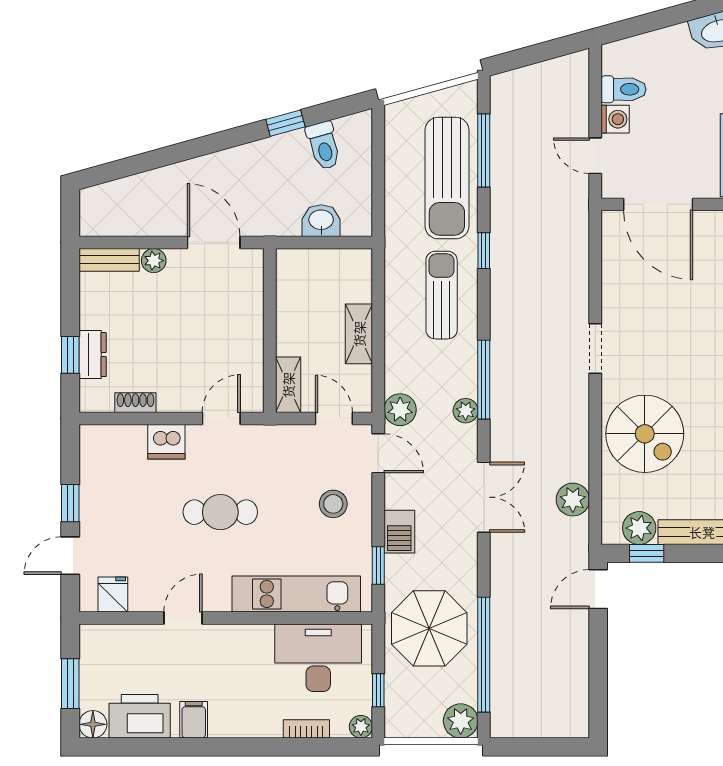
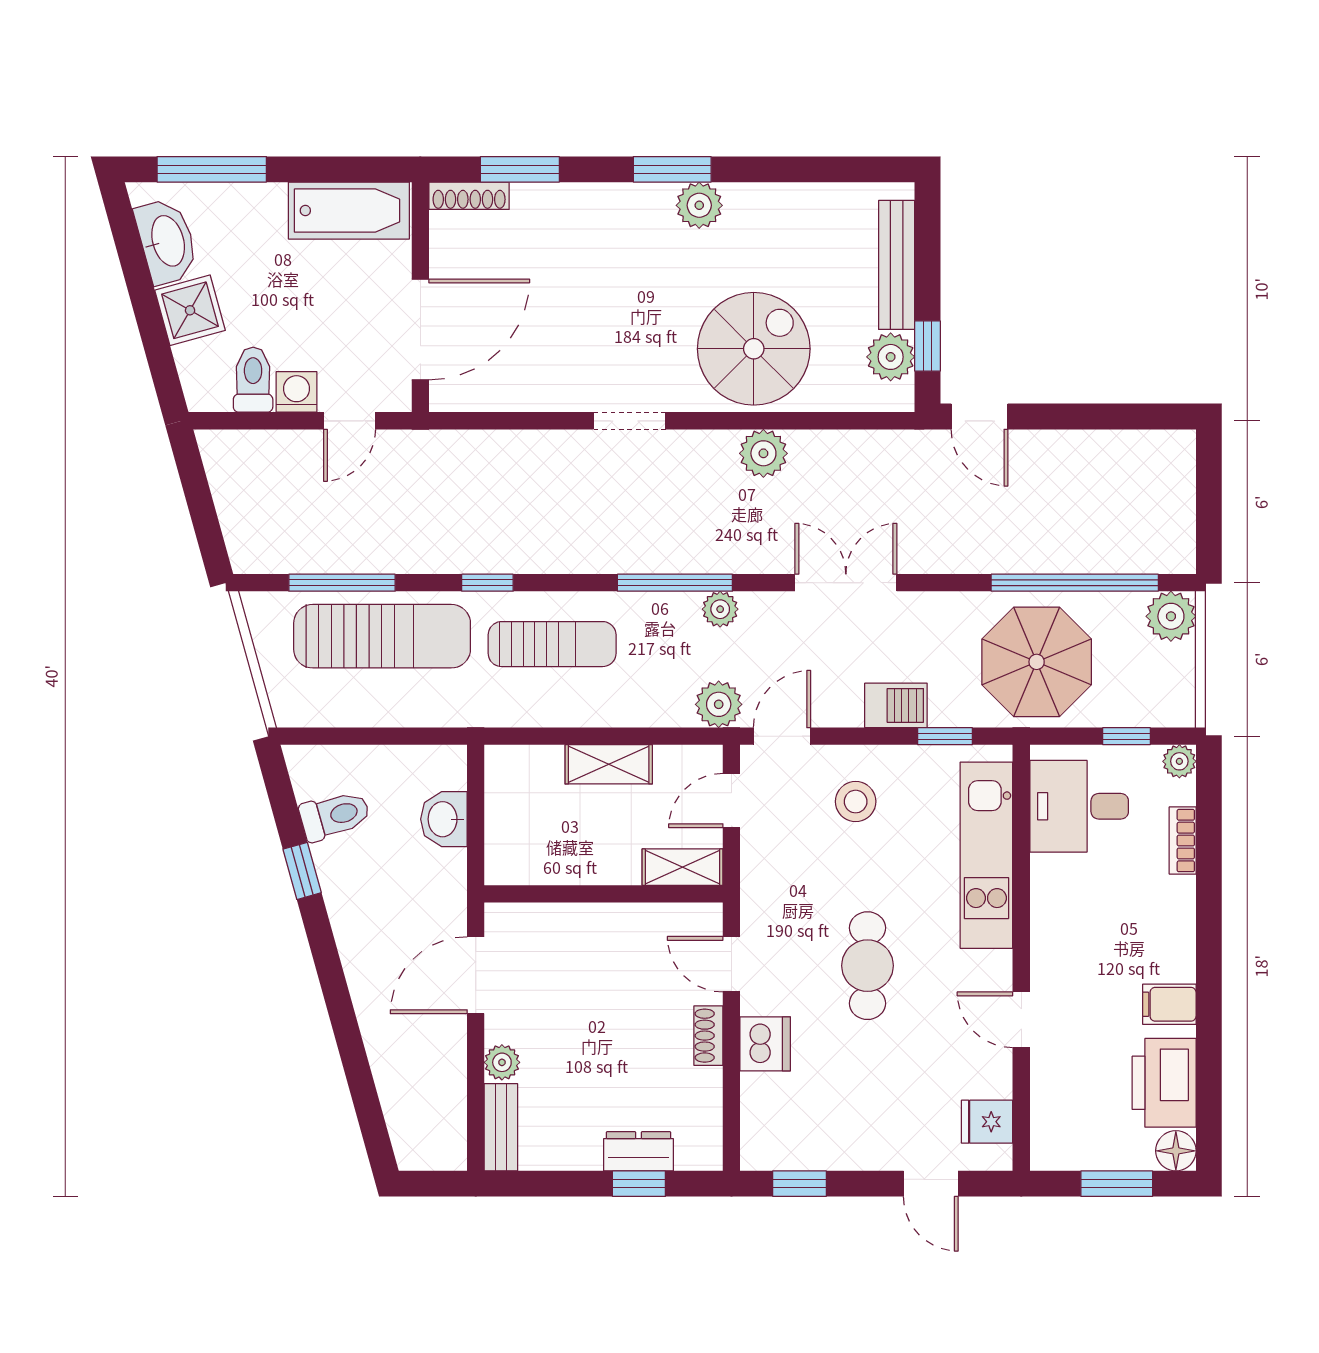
shower: (671, 46) -> (190, 310), added
sun lounger: (442, 295) -> (552, 644), turned 180
shoe rack: (135, 403) -> (708, 1036), moved
plant: (573, 500) -> (763, 453), moved
window: (70, 503) -> (800, 1184), moved
desk: (318, 658) -> (1079, 806), width x0.73

